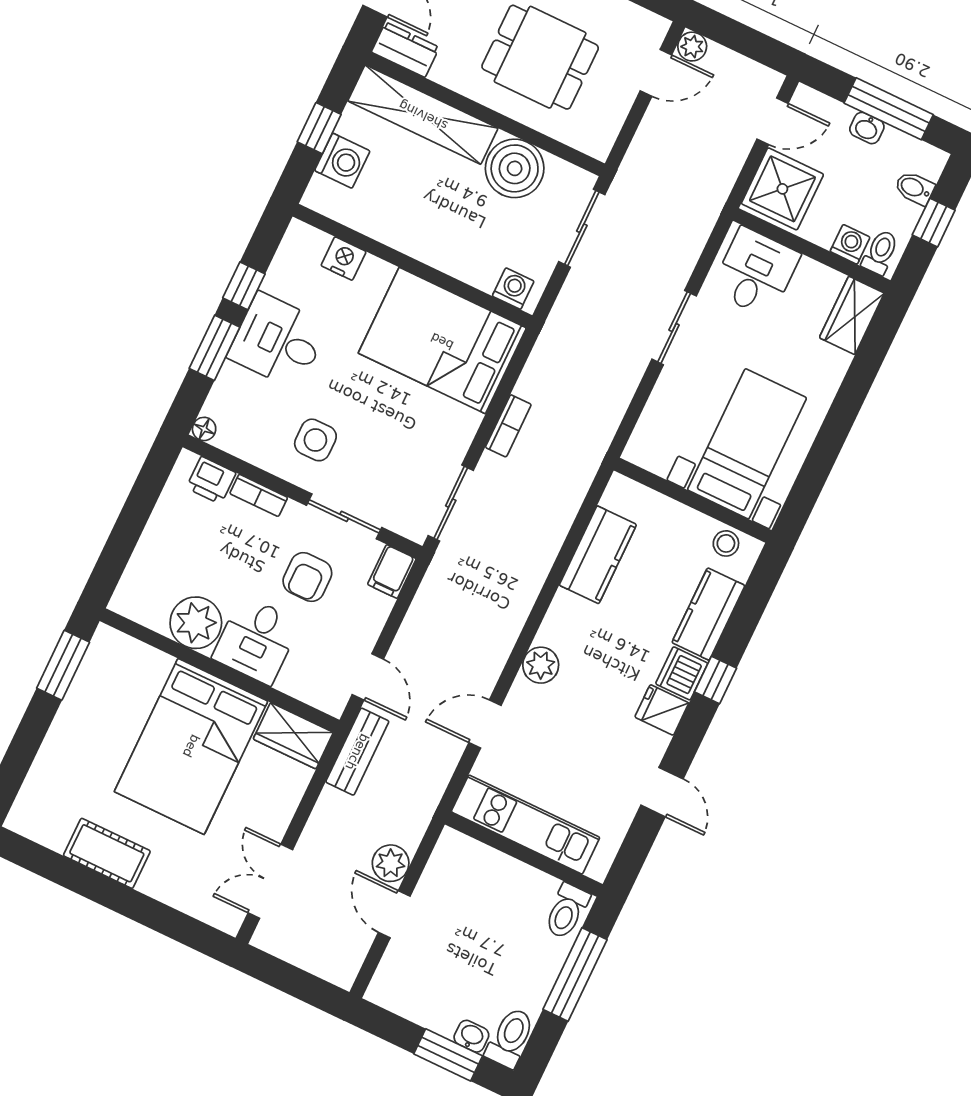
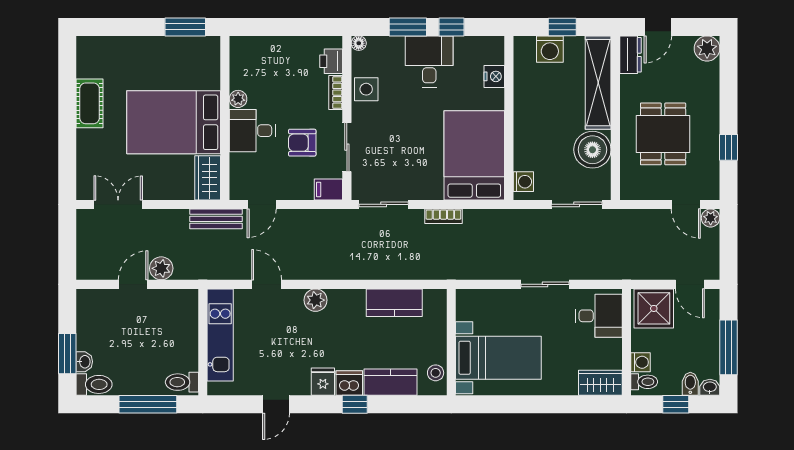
washbasin: (867, 128) -> (710, 387), moved, turned 90
side table: (315, 440) -> (366, 89), moved
plant: (196, 623) -> (238, 99), width x0.53, depth x0.53

